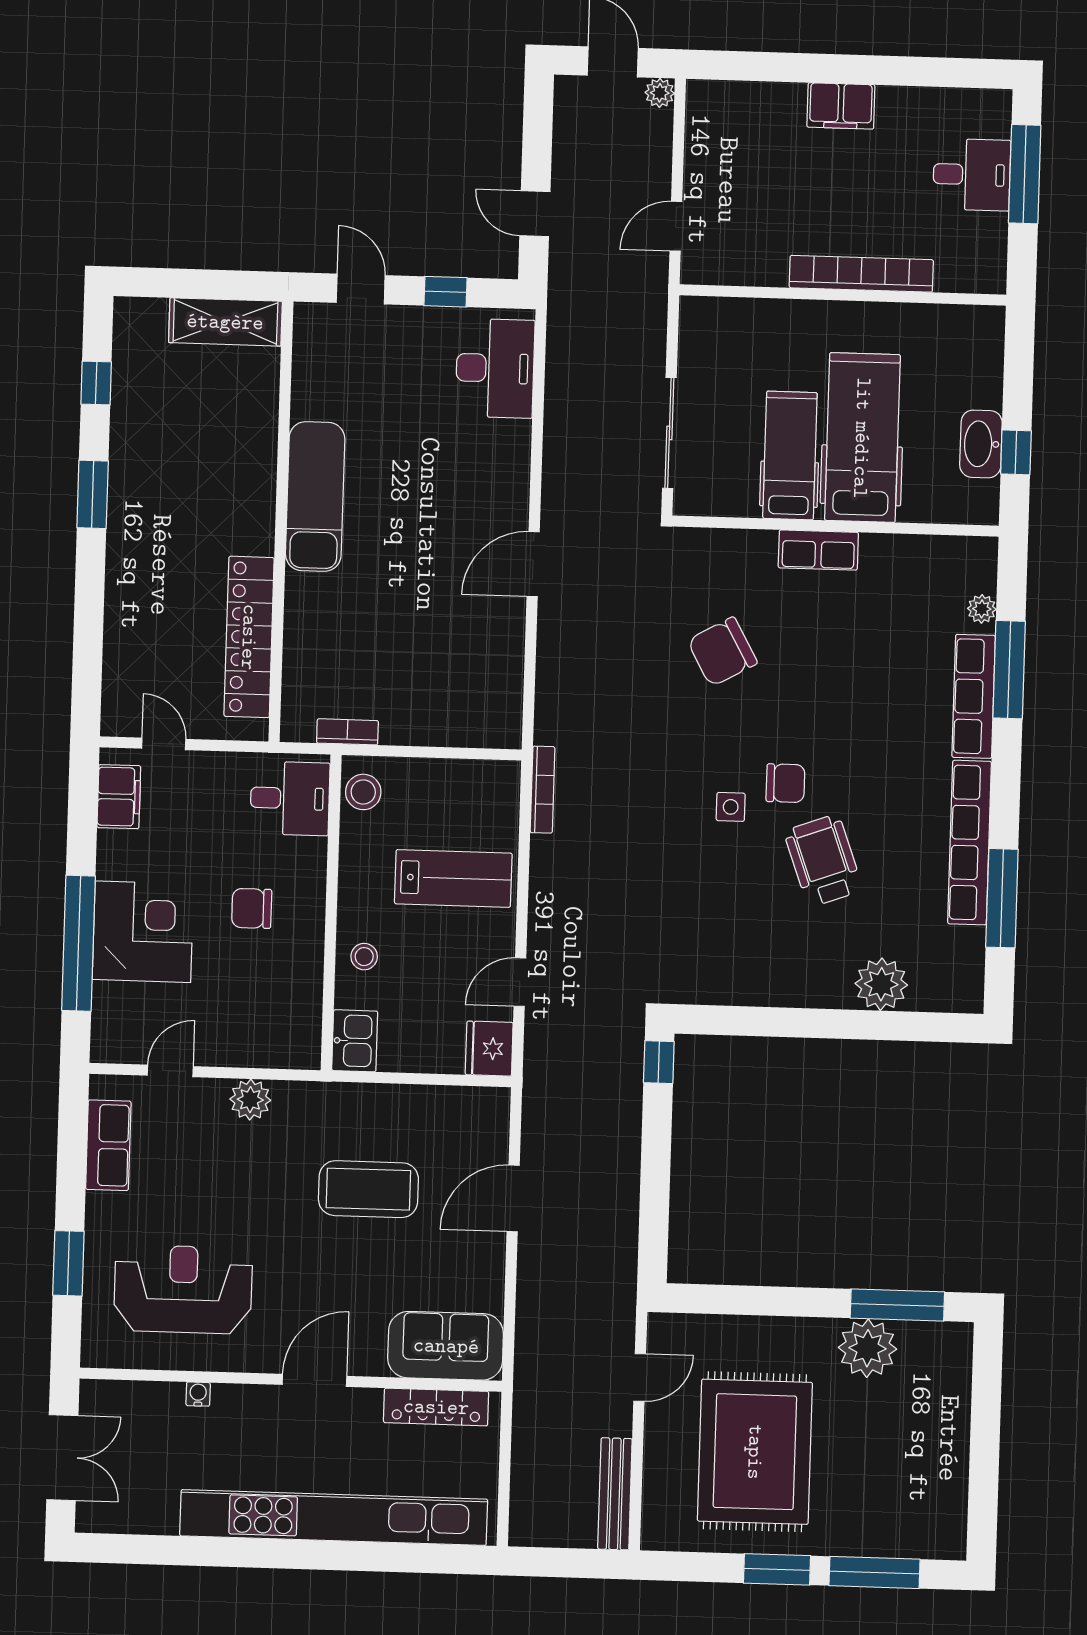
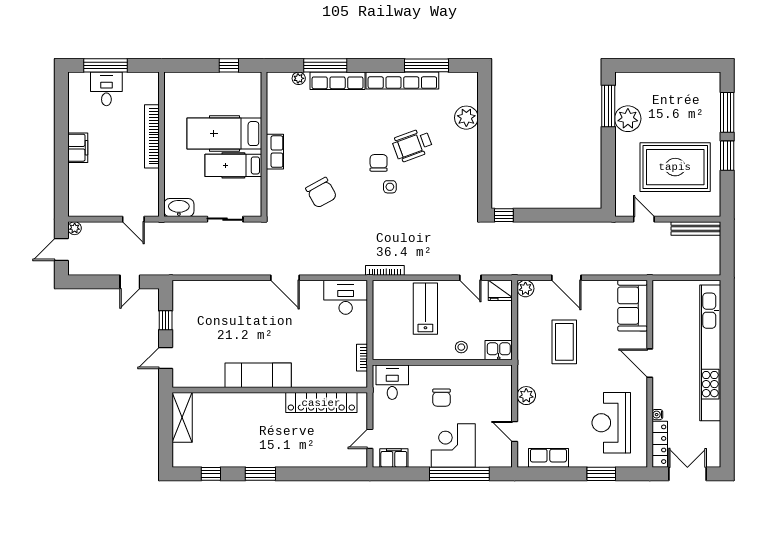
desk: (495, 368) -> (346, 297), moved
sliding door: (669, 433) -> (225, 219), width x0.73
washbasin: (981, 444) -> (179, 208), moved, turned 180
stool: (363, 792) -> (388, 350), removed
plant: (492, 1105) -> (525, 289), added
locker: (436, 1407) -> (660, 444), moved

